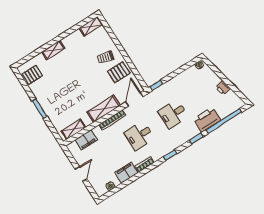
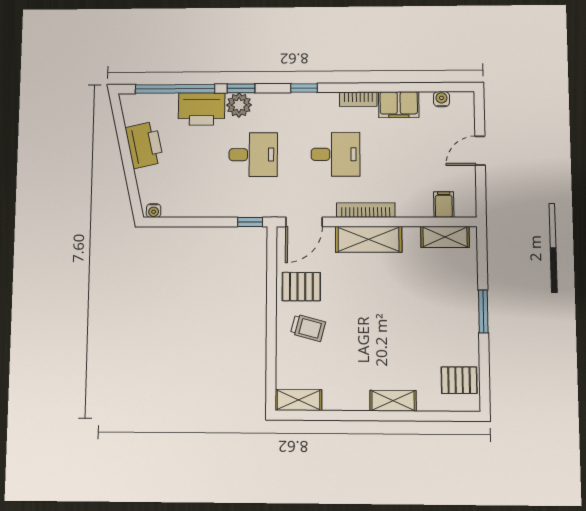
printer: (223, 88) -> (144, 145), width x1.87, depth x1.48
plant: (193, 131) -> (239, 105), added
filing cabinet: (86, 140) -> (444, 204), width x0.50

